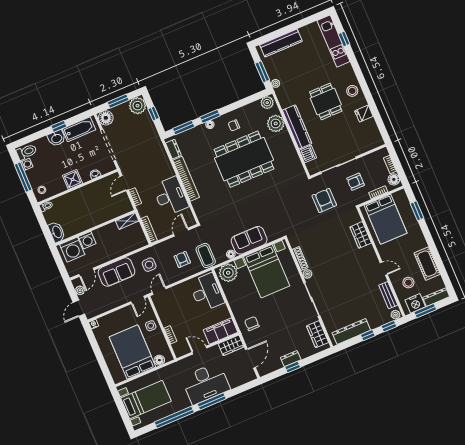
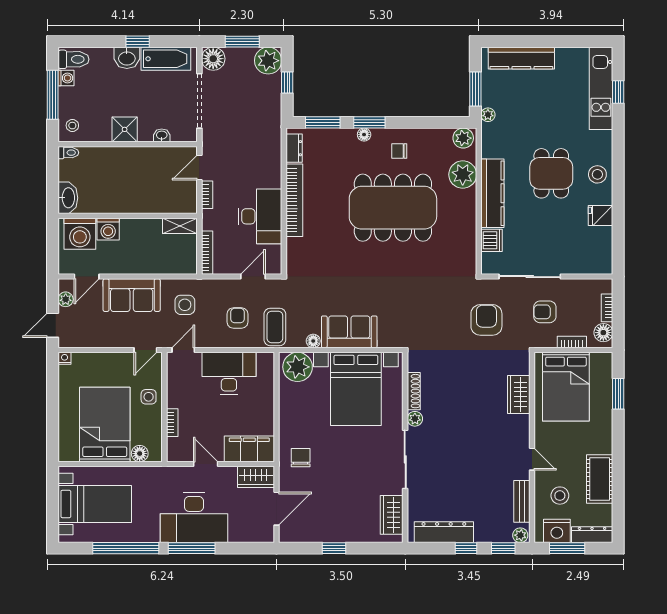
desk: (207, 292) -> (229, 373), moved, turned -90
dresser: (291, 359) -> (336, 534), removed

